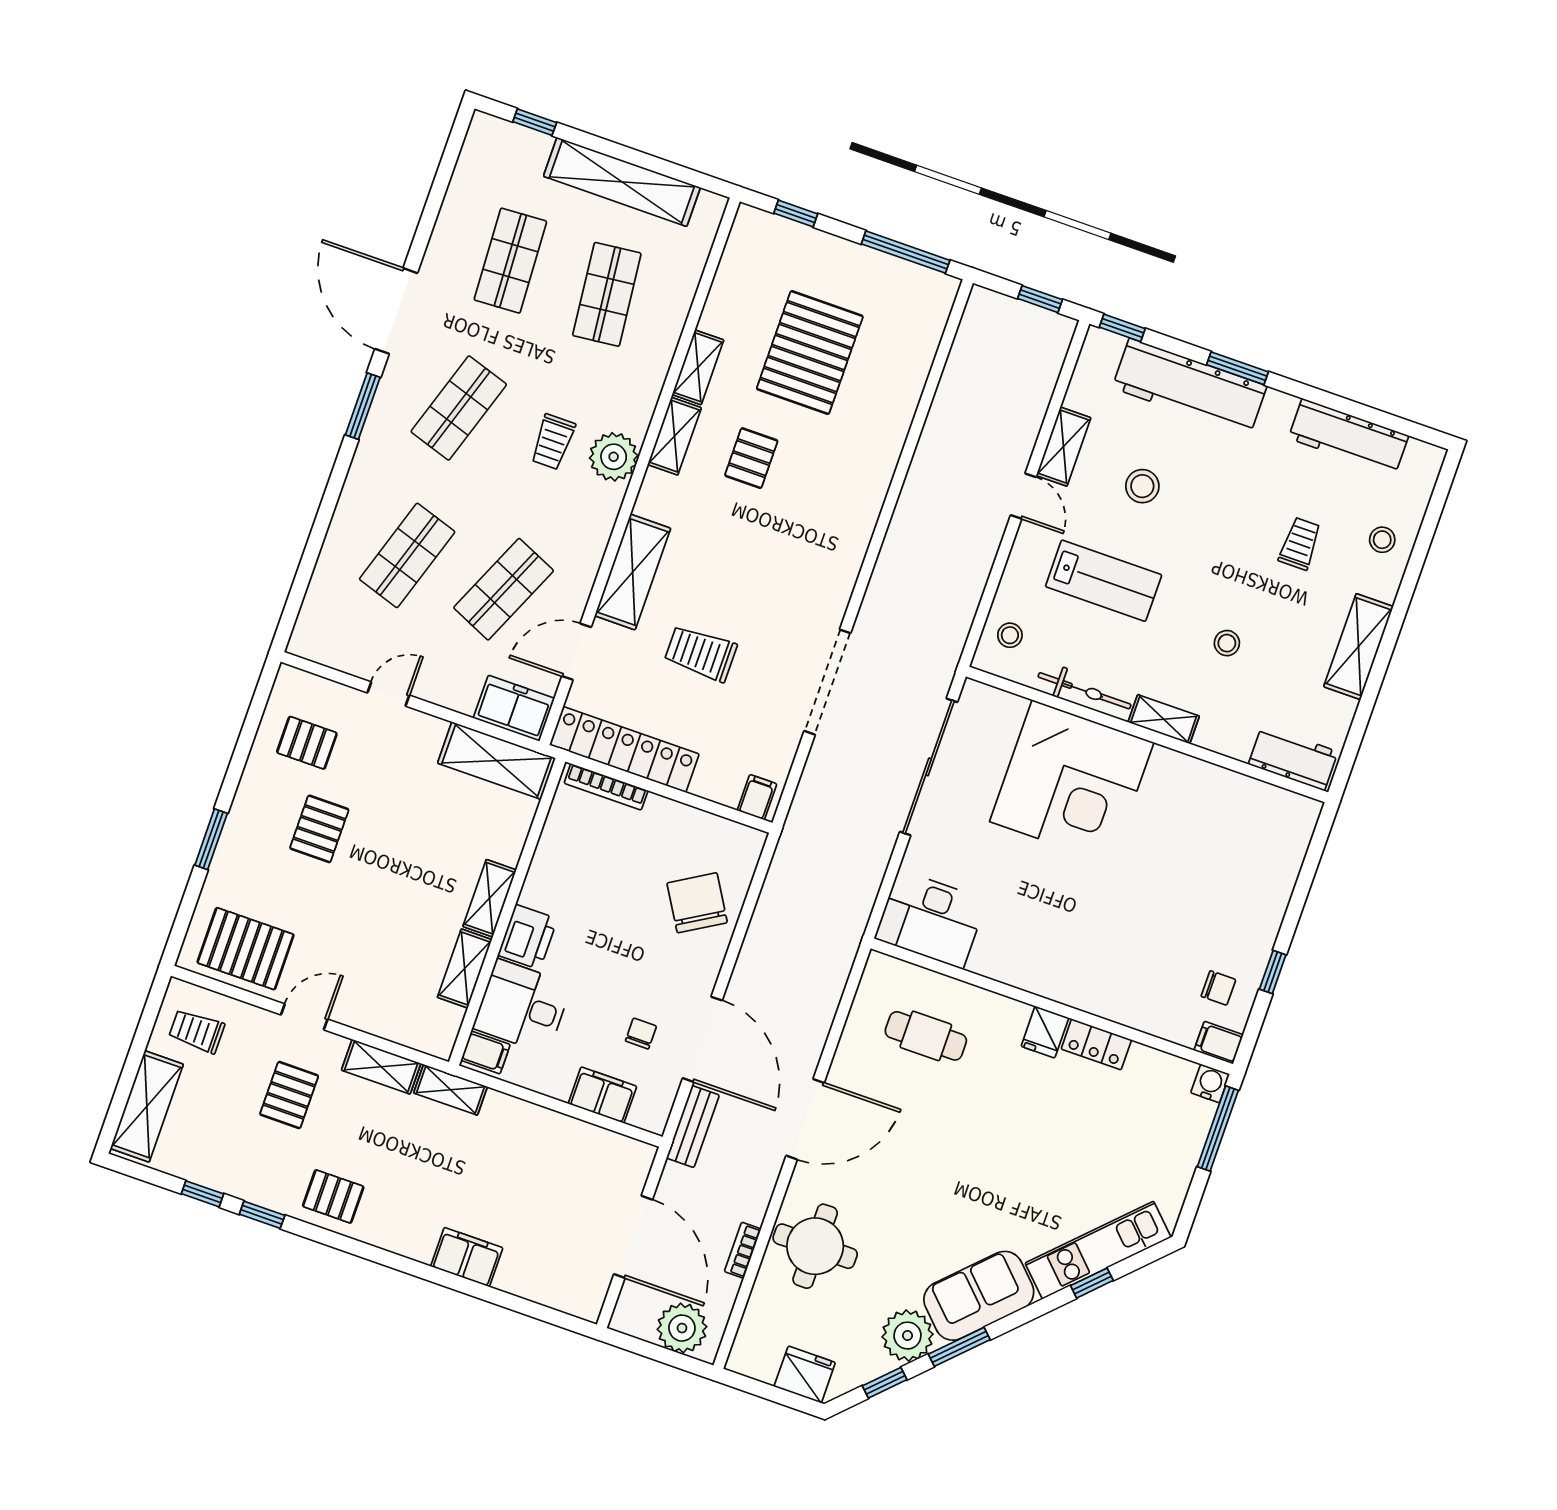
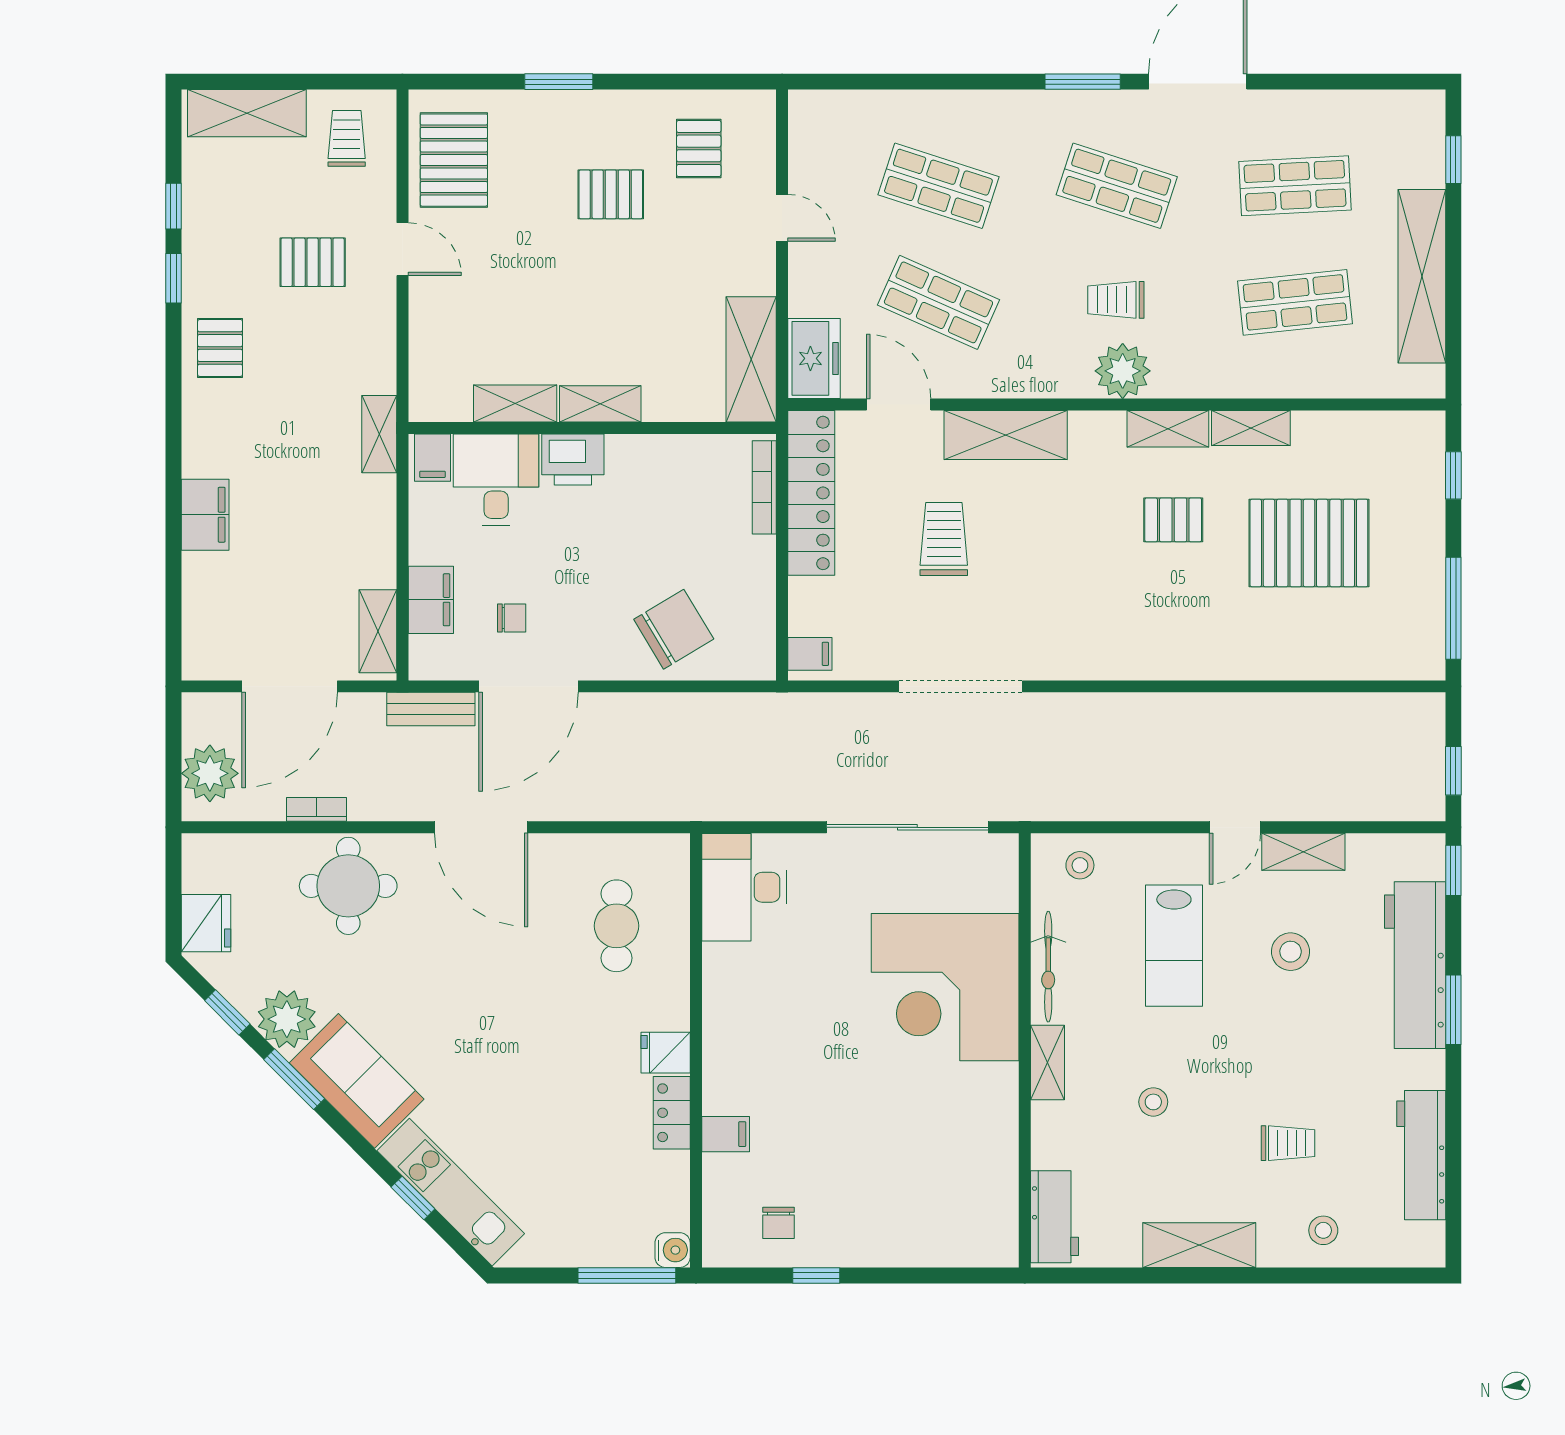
filing cabinet: (1219, 1043) -> (726, 1134), moved, turned 90
shelving: (381, 1067) -> (378, 631), moved

